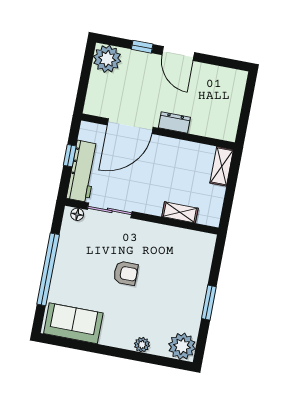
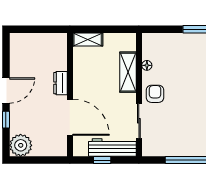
shelving: (180, 212) -> (128, 72), width x1.50, depth x1.33
floor lamp: (77, 214) -> (147, 65), moved
armchair: (126, 273) -> (155, 94), moved

